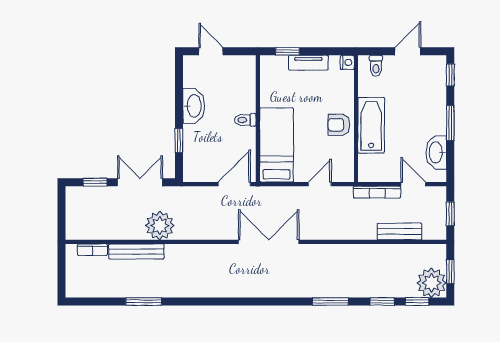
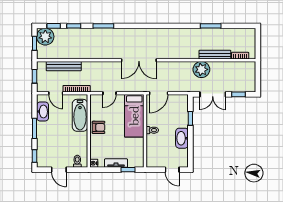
door: (408, 51) -> (59, 170), hinge flipped
bathtub: (371, 125) -> (80, 115), moved
bench: (399, 231) -> (64, 66), width x1.36

